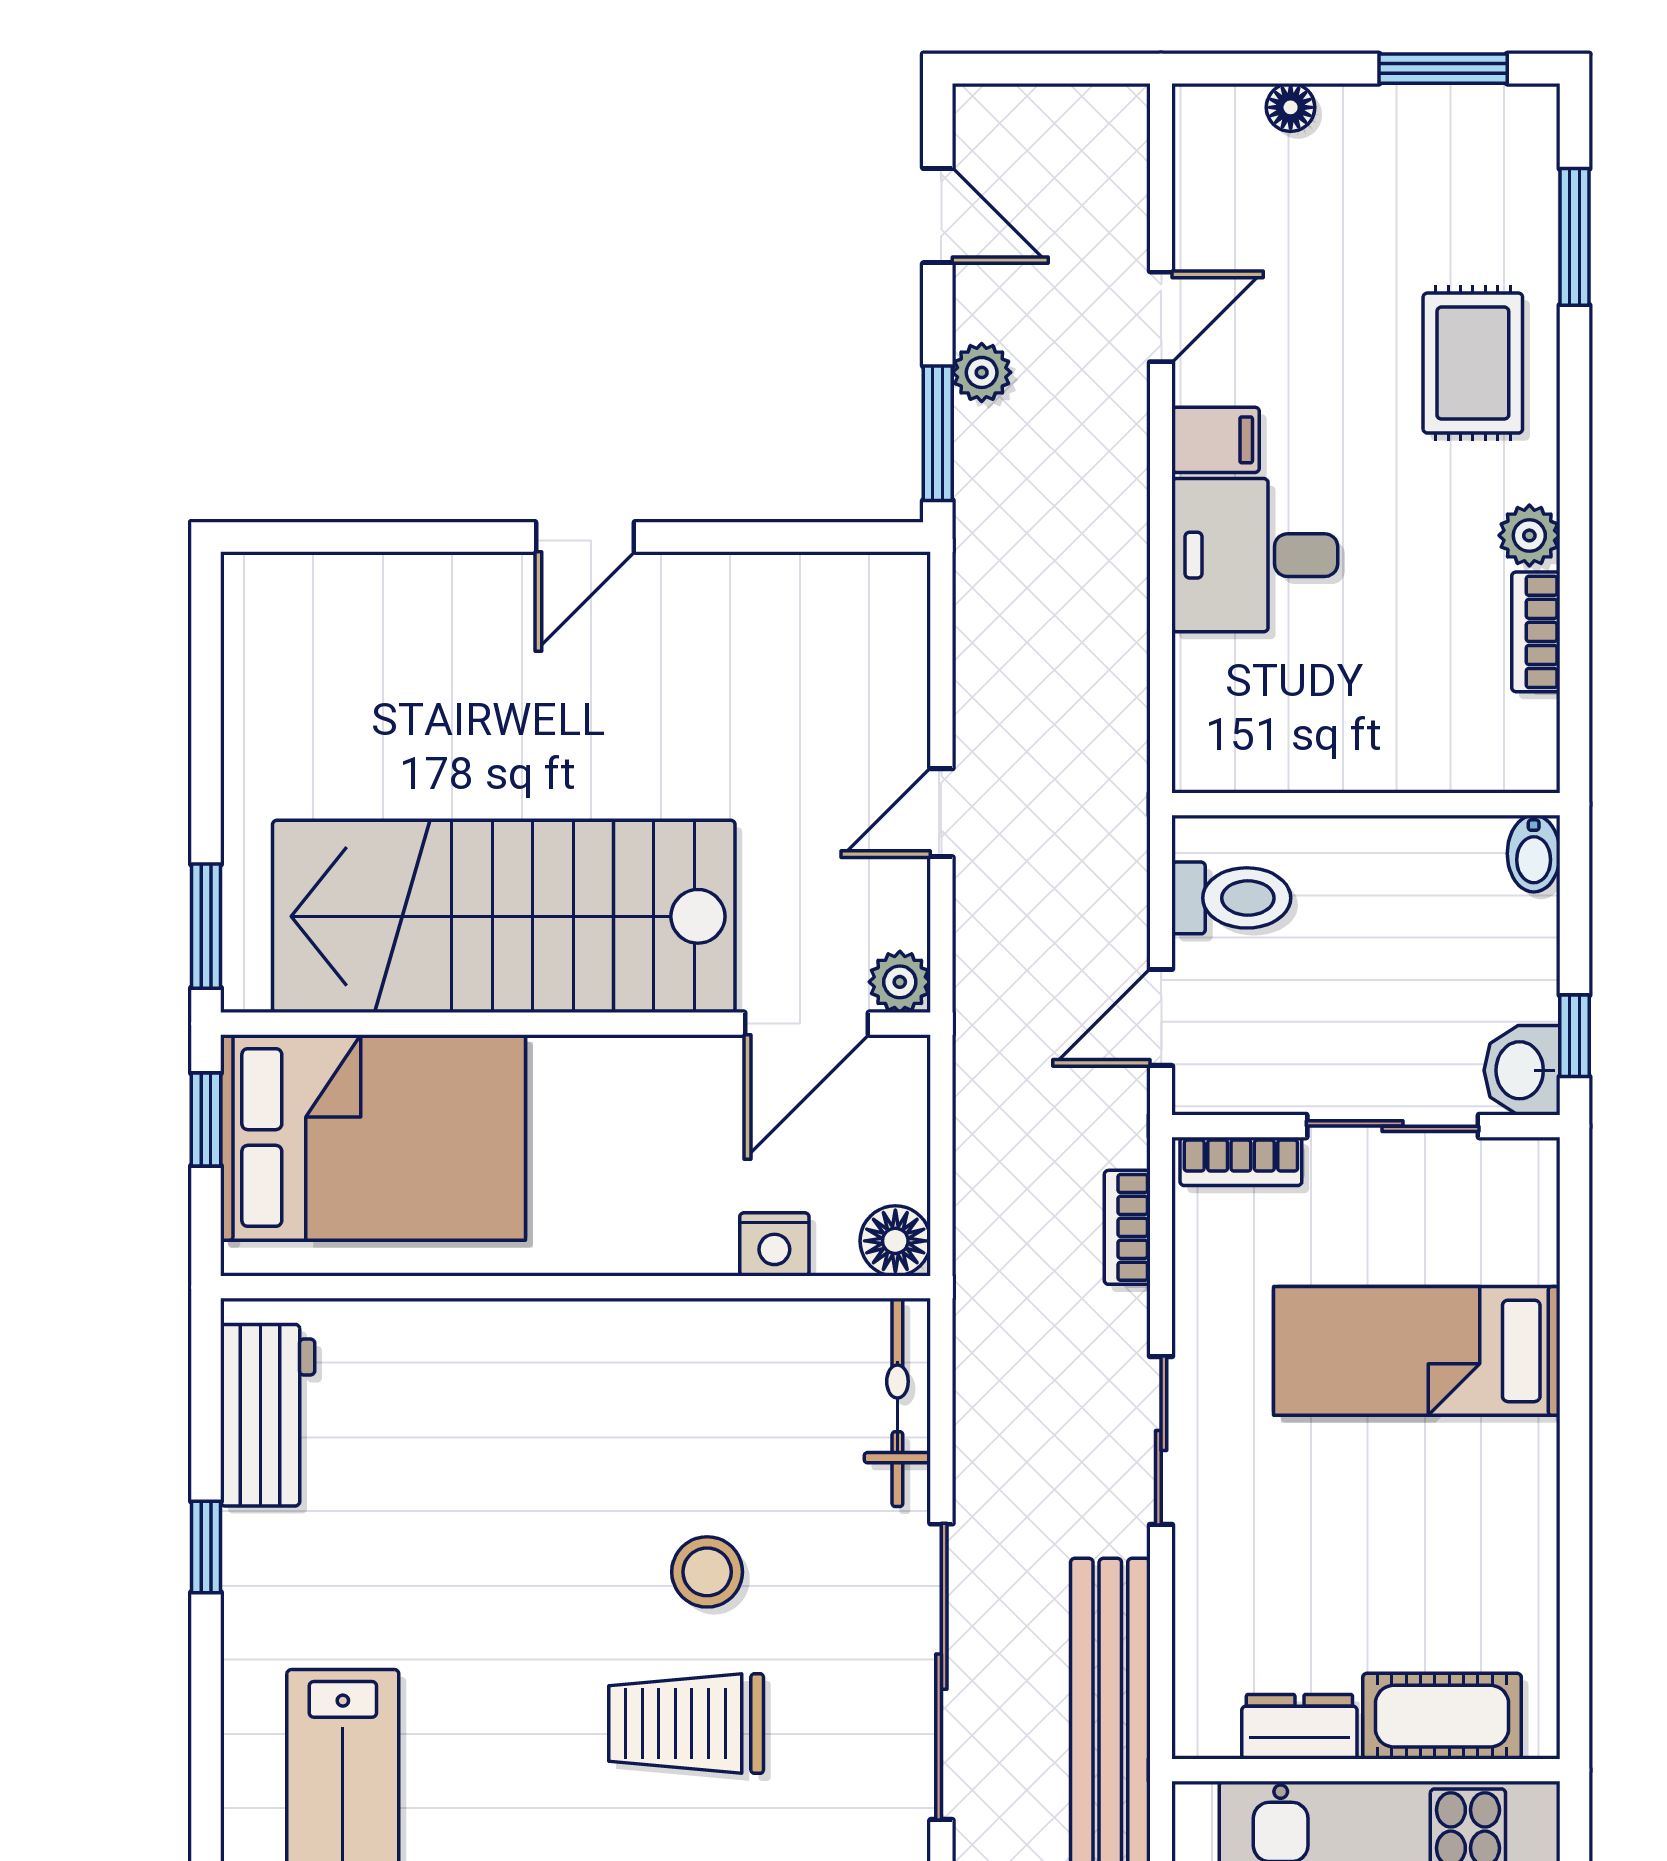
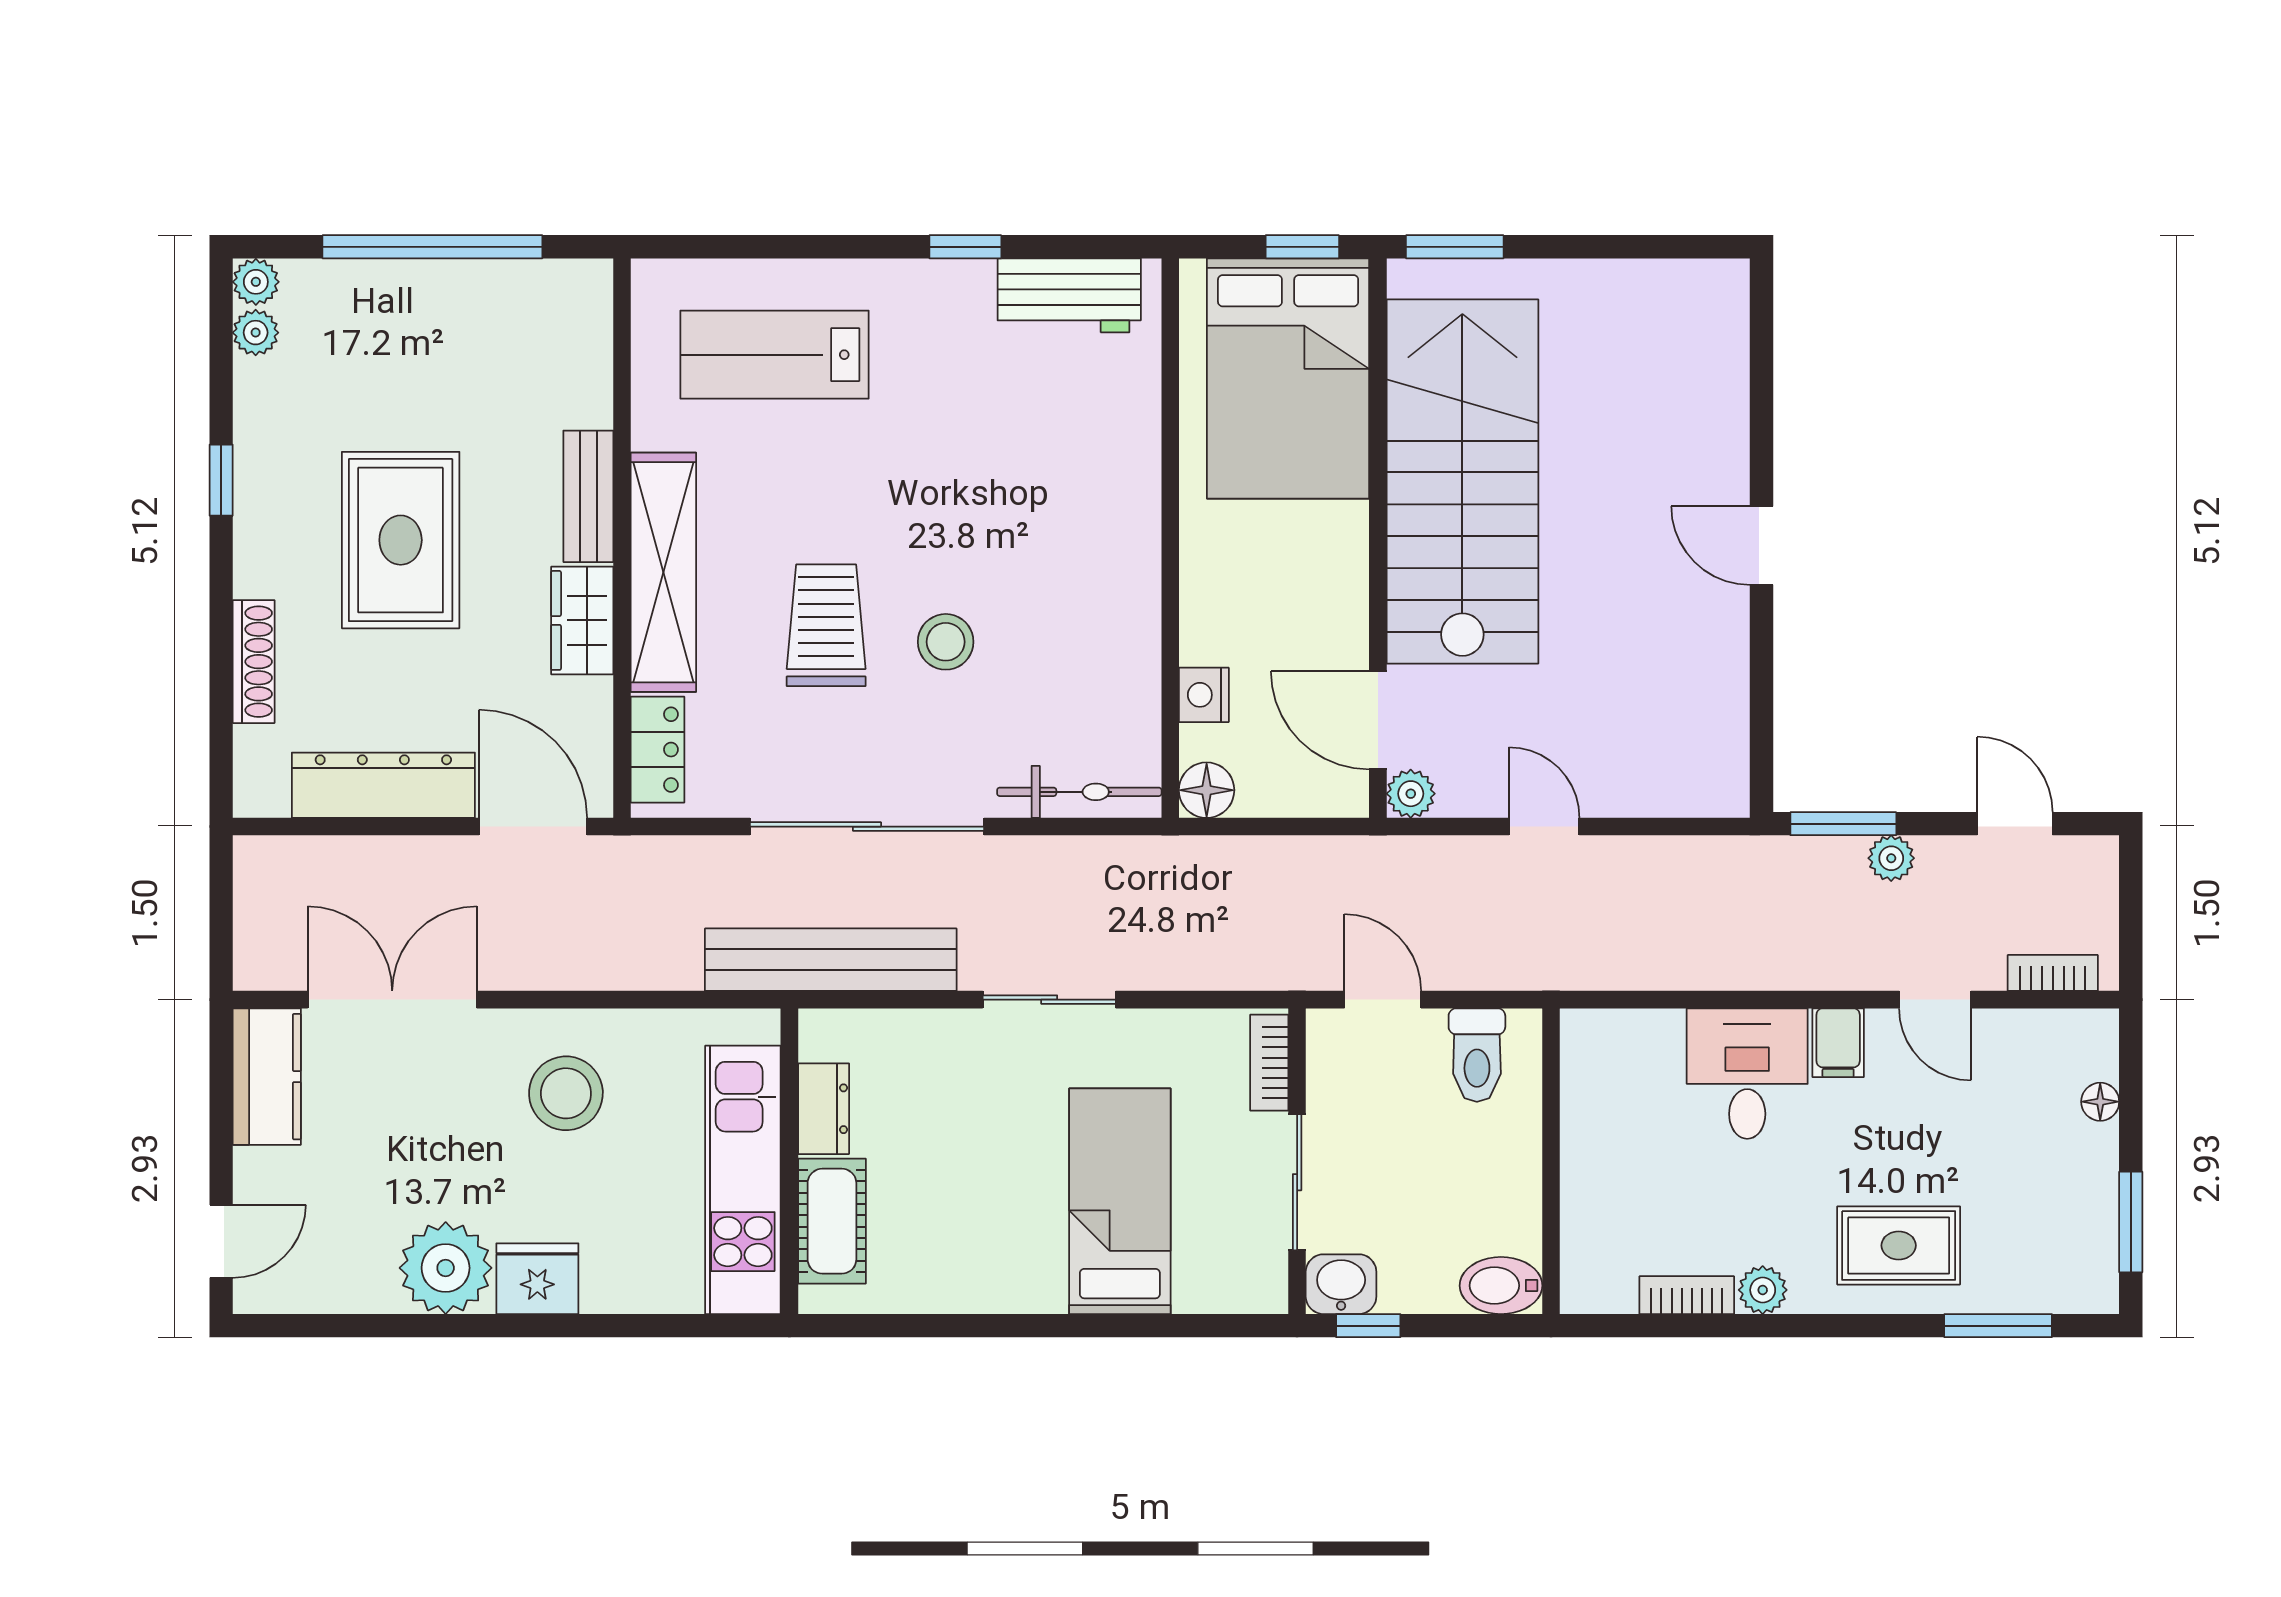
door: (938, 216) -> (2015, 824), swing flipped
bidet: (1534, 854) -> (1501, 1286), width x1.38, depth x1.36
bookcase: (1127, 1227) -> (2053, 973), moved

